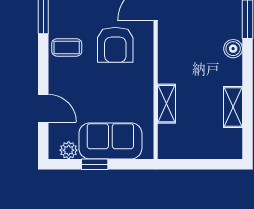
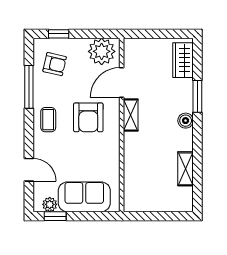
coffee table: (67, 47) -> (48, 120), turned 90
shelving: (167, 104) -> (131, 115), moved
window: (95, 164) -> (55, 216), moved

